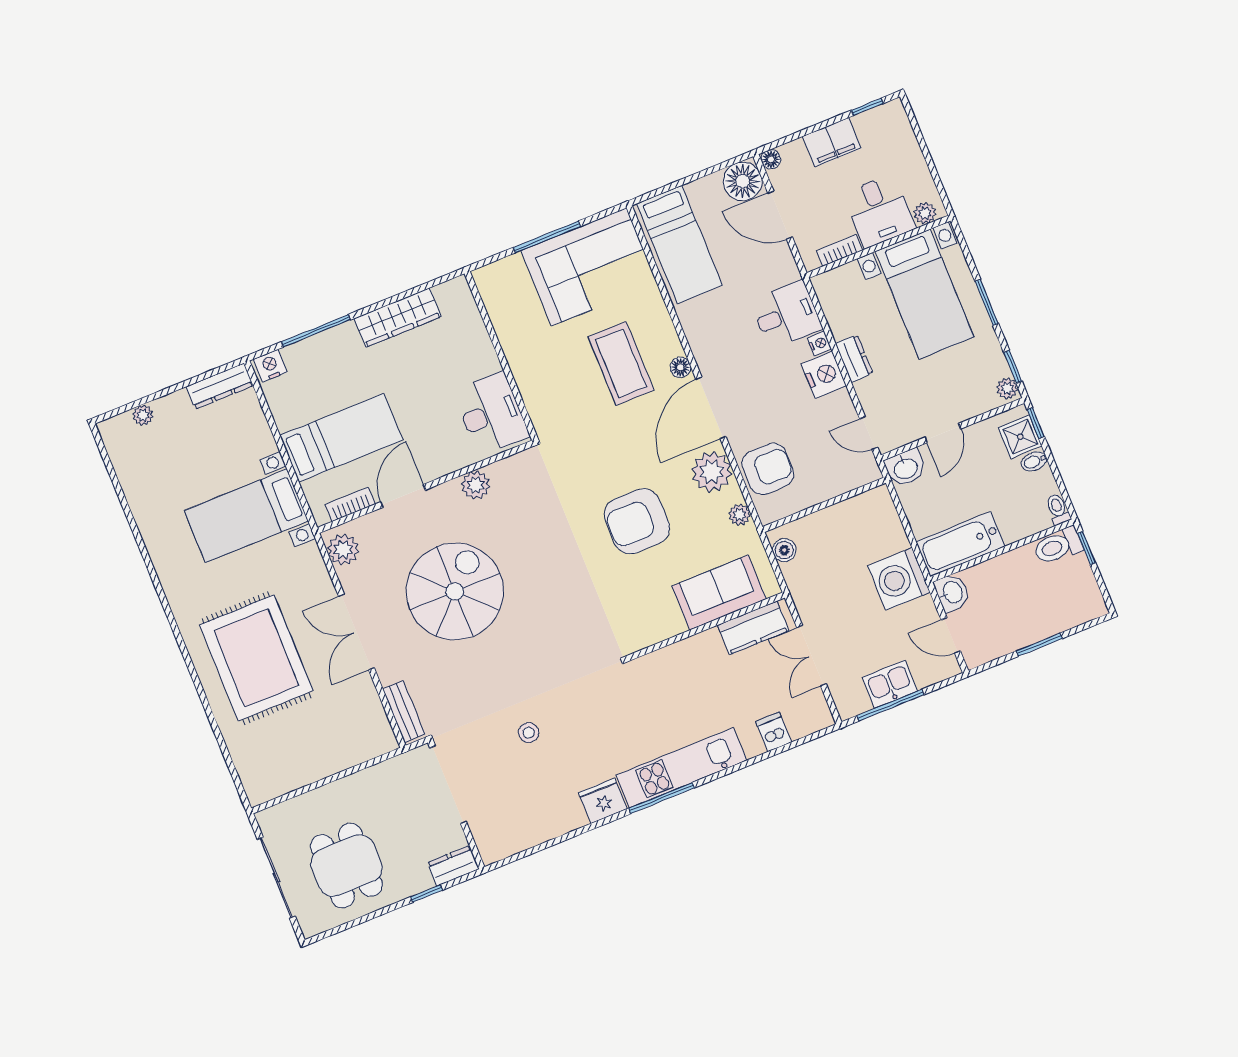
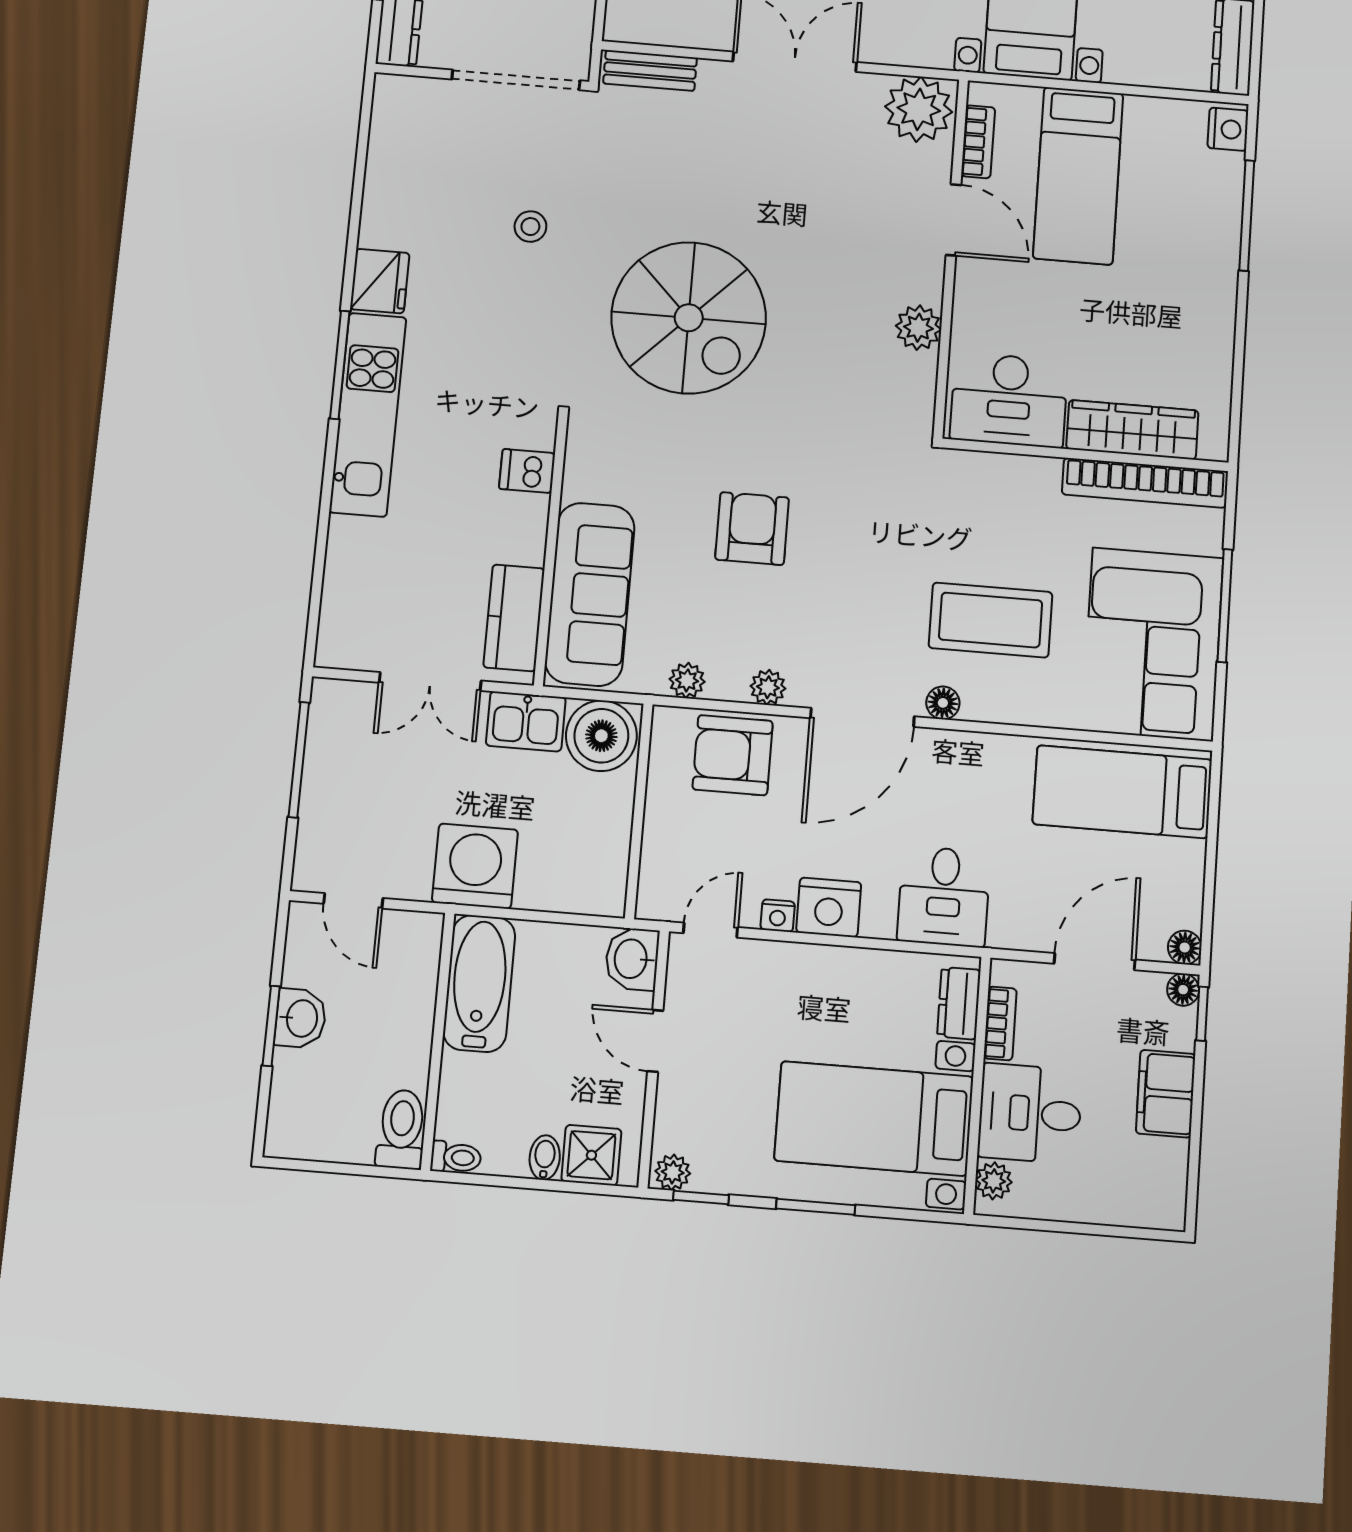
window: (867, 107) -> (1202, 1014), moved
floor lamp: (743, 181) -> (1185, 947), width x0.53, depth x0.53
bookcase: (500, 315) -> (1145, 483), added
wardrobe: (398, 317) -> (1132, 430), moved, turned 90
nightstand: (819, 343) -> (778, 916), moved
dresser: (854, 359) -> (959, 1003), moved, turned 90
door: (711, 408) -> (862, 717), swing flipped
window: (1036, 423) -> (600, 1189), removed
armchair: (768, 469) -> (733, 755), turned 90
plant: (712, 472) -> (768, 687), width x0.53, depth x0.53
armchair: (637, 521) -> (752, 529), width x0.73, depth x0.73
window: (1086, 548) -> (376, 1171), removed
plant: (343, 550) -> (919, 109), width x1.36, depth x1.36
boiler: (784, 550) -> (601, 736), width x1.86, depth x1.86
spiral stairs: (455, 591) -> (689, 318), moved
washbasin: (952, 592) -> (301, 1018), moved, turned -90
sofa: (719, 593) -> (590, 594), width x1.36
door: (951, 636) -> (353, 901), swing flipped
double door: (812, 656) -> (430, 682), swing flipped
kitchen sink: (890, 684) -> (526, 721), moved, turned 90
dishwasher: (774, 732) -> (527, 471), moved, turned 180

